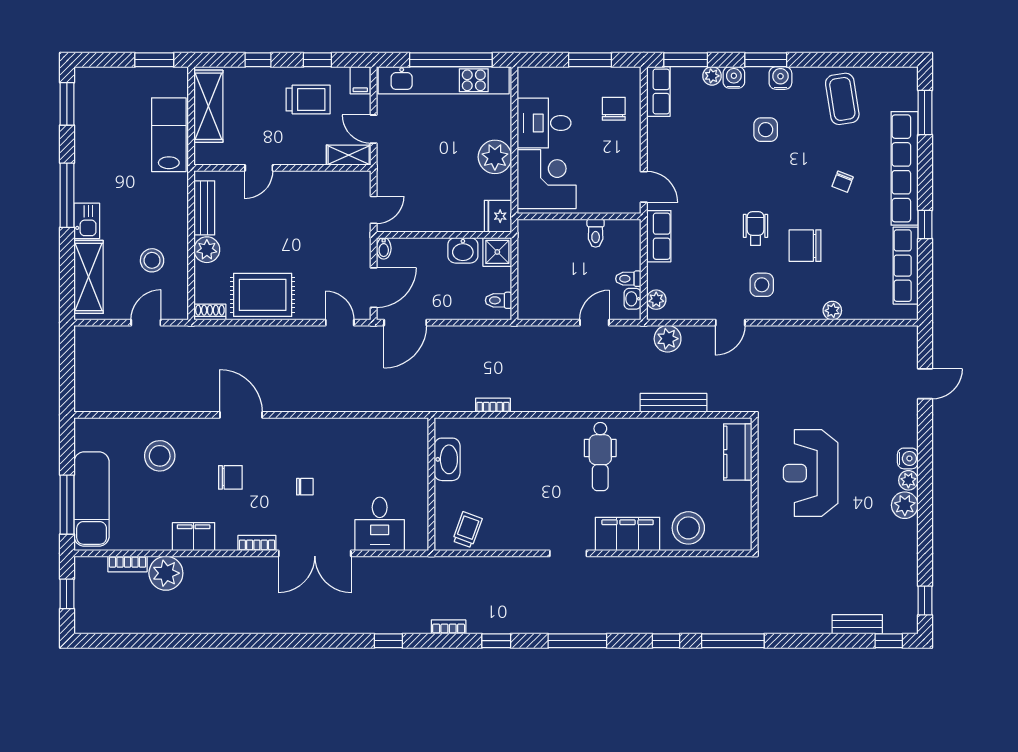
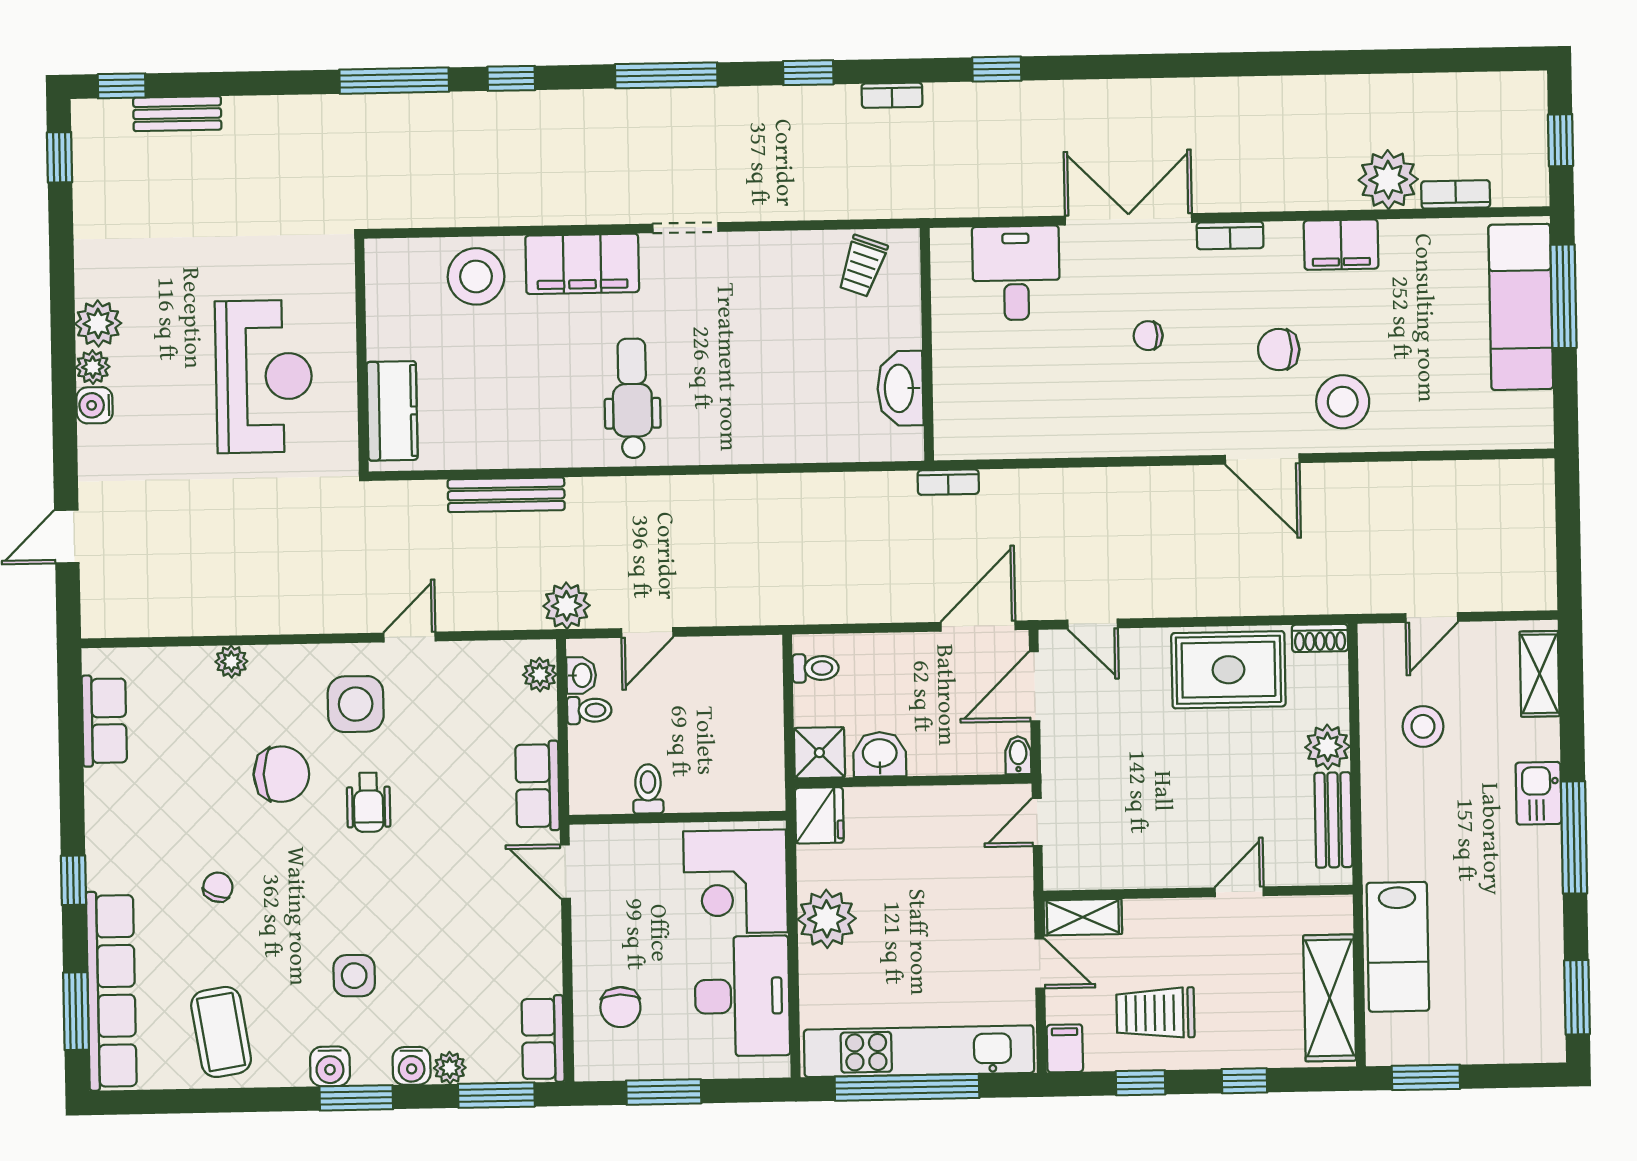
desk: (544, 123) -> (742, 996), width x1.37
row of seats: (905, 168) -> (111, 991), moved
window: (925, 225) -> (73, 880), moved
row of seats: (906, 266) -> (104, 721), width x0.68
shelving: (89, 277) -> (1540, 674), width x0.67, depth x0.75
side table: (762, 285) -> (356, 704), width x1.37, depth x1.37
plant: (668, 339) -> (567, 606), moved
bookcase: (493, 405) -> (948, 482), moved
stool: (160, 456) -> (1343, 402), moved

